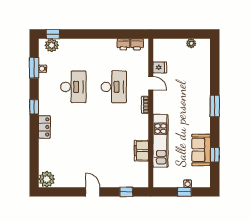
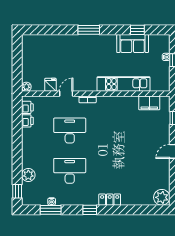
plant: (191, 43) -> (26, 87), moved
plant: (52, 45) -> (28, 175), moved
filing cabinet: (141, 151) -> (149, 103), moved

